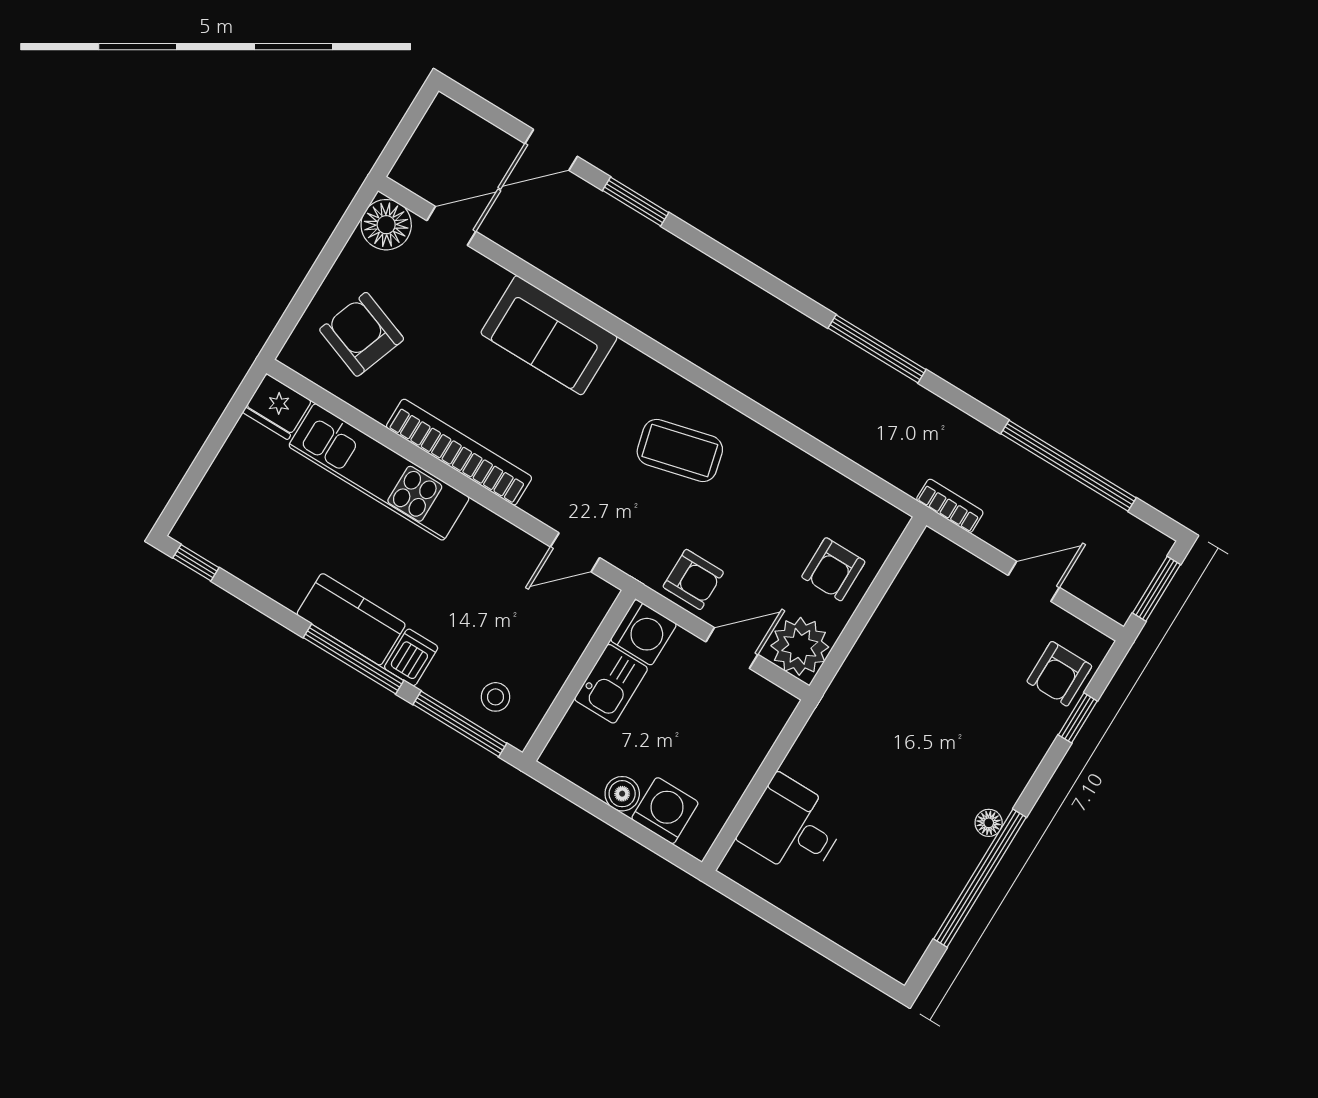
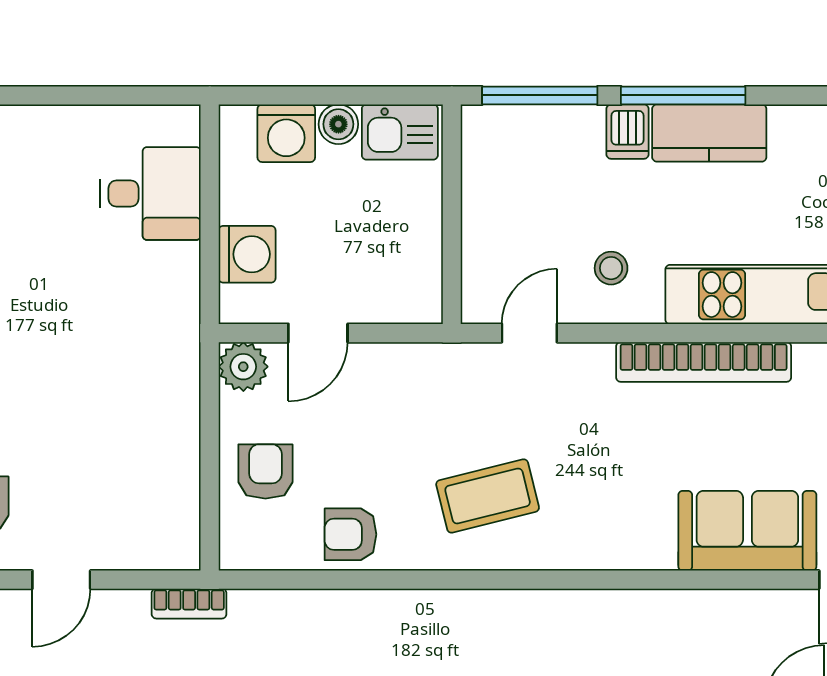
sofa: (549, 335) -> (747, 531), moved
armchair: (693, 579) -> (350, 534), moved
washing machine: (643, 632) -> (247, 254), moved, turned 180
plant: (800, 646) -> (243, 367), width x0.73, depth x0.73
kitchen sink: (611, 684) -> (400, 132), moved, turned -90
stool: (496, 697) -> (611, 268), moved

